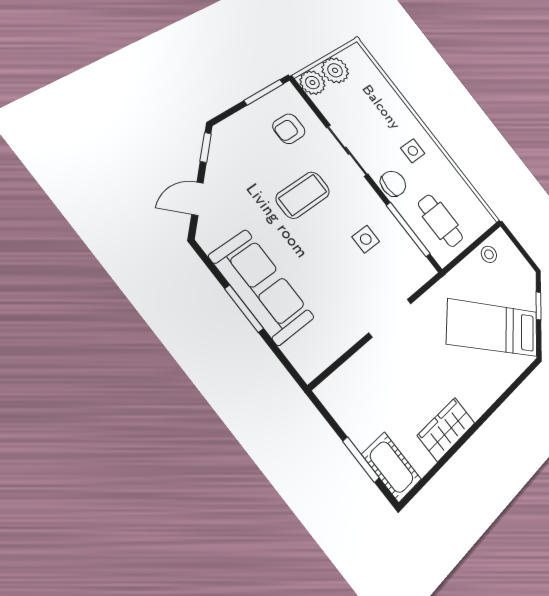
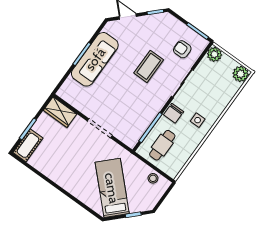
plant: (335, 70) -> (241, 74), moved
chair: (393, 184) -> (174, 113), turned 90
coffee table: (303, 195) -> (149, 66), turned 90
side table: (366, 239) -> (137, 105), removed
wardrobe: (446, 429) -> (60, 112), moved, turned 180

